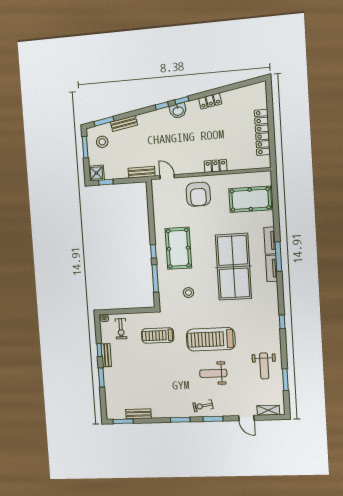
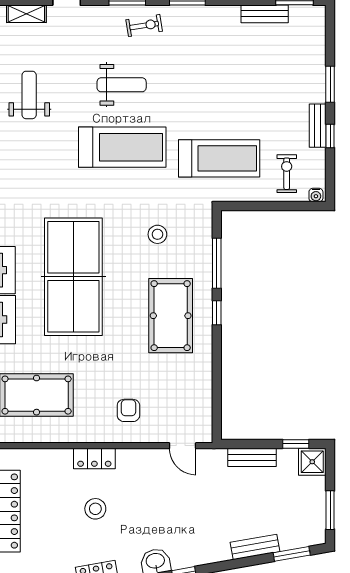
stool: (102, 142) -> (95, 509), moved
bench: (142, 172) -> (252, 457), moved
armchair: (198, 194) -> (128, 410), width x0.53, depth x0.53
treadmill: (158, 335) -> (219, 158), width x1.37, depth x1.38

